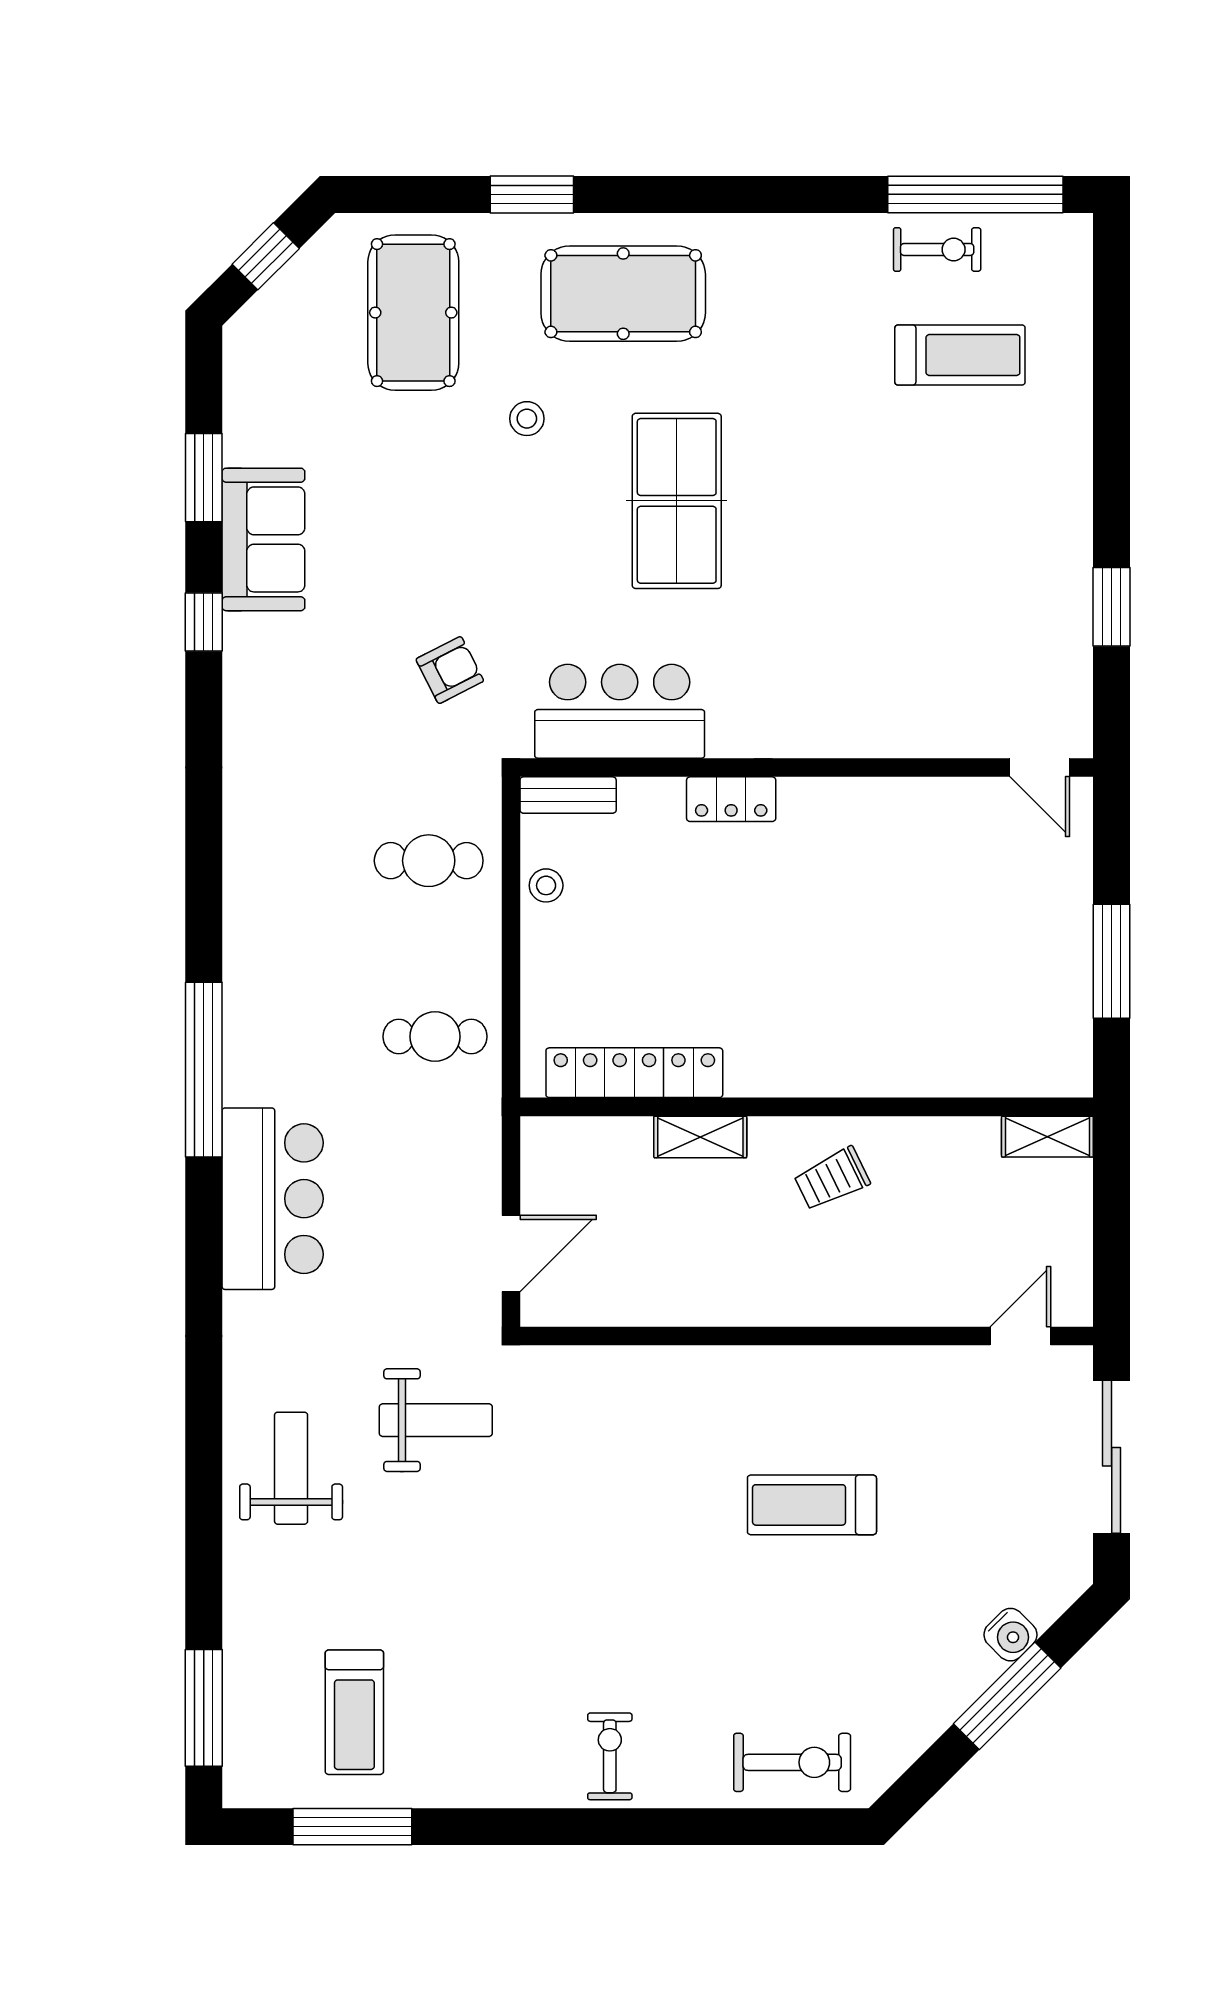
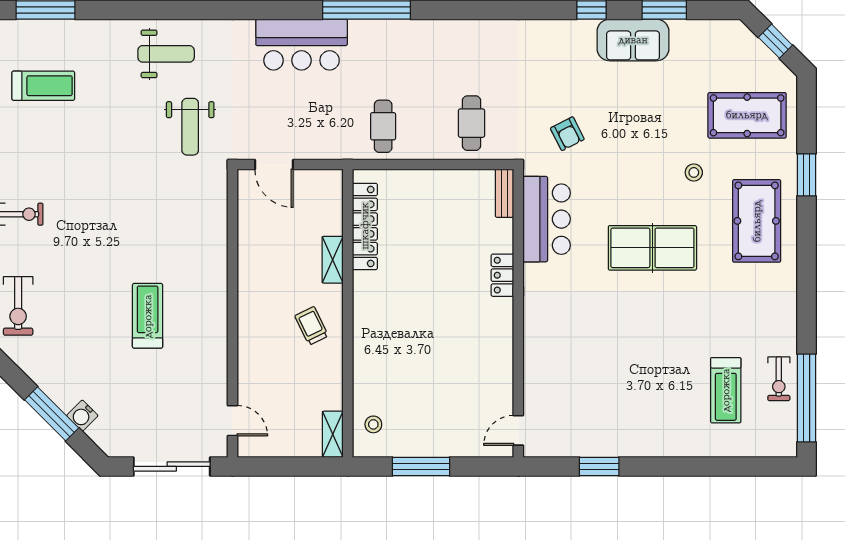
stool: (546, 885) -> (373, 424), moved
treadmill: (354, 1712) -> (43, 86), turned 180

